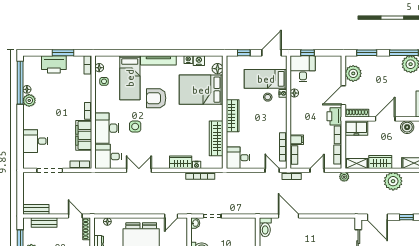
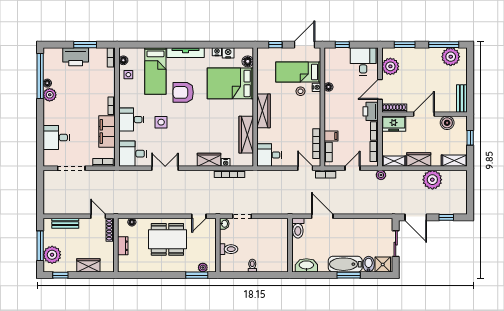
desk: (303, 69) -> (363, 61), moved
desk: (107, 128) -> (131, 120), width x0.73
bench: (36, 209) -> (57, 209), removed

